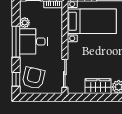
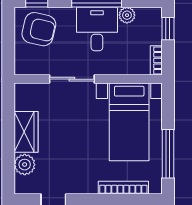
sliding door: (65, 73) -> (72, 79), moved

